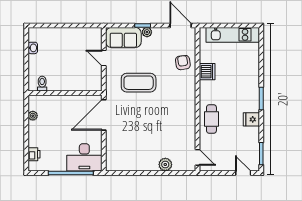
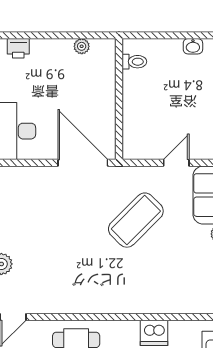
armchair: (183, 63) -> (169, 293), removed
coffee table: (139, 83) -> (136, 220), turned 45

